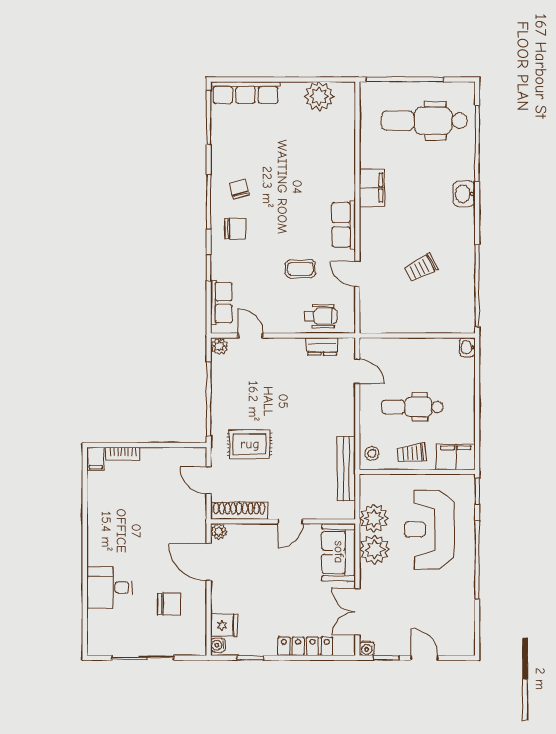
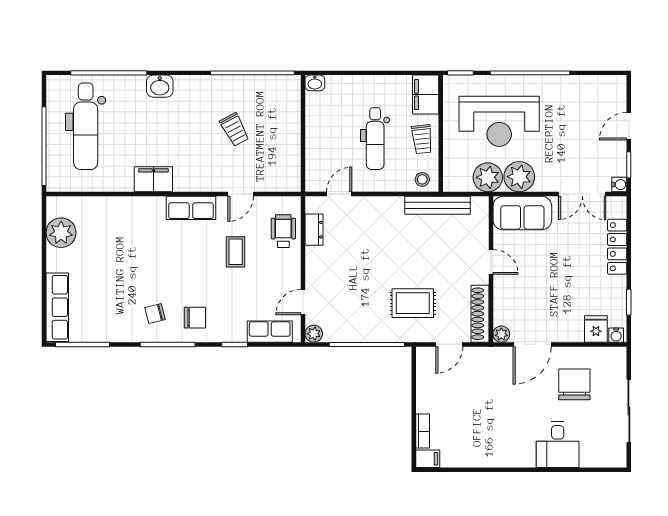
chair: (235, 229) -> (195, 318), turned 90
rug: (250, 444) -> (413, 303), turned 90
chair: (169, 604) -> (574, 384), width x1.37, depth x1.37

